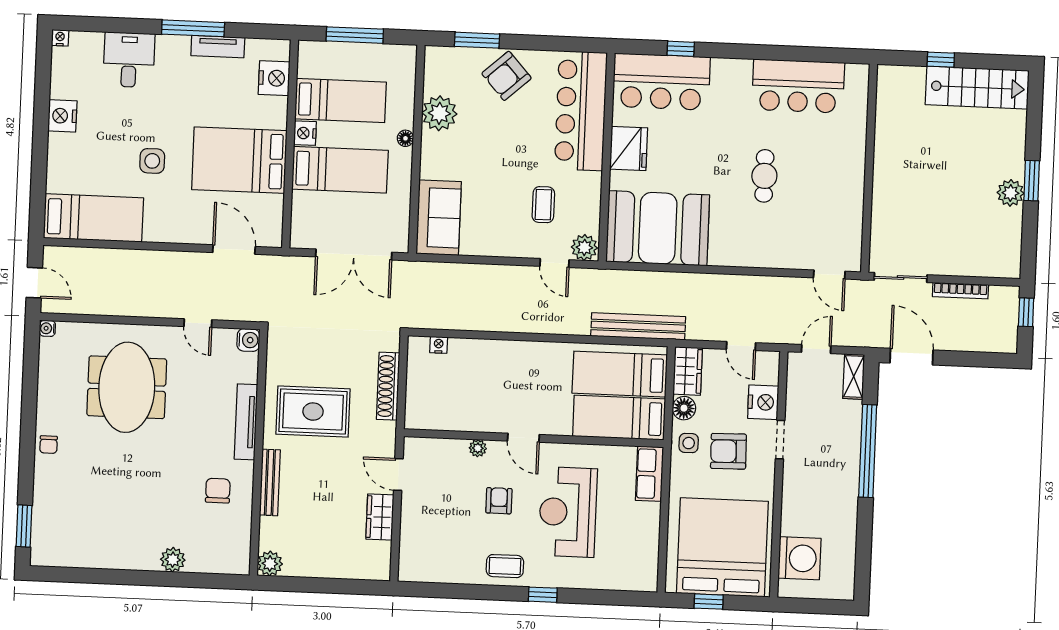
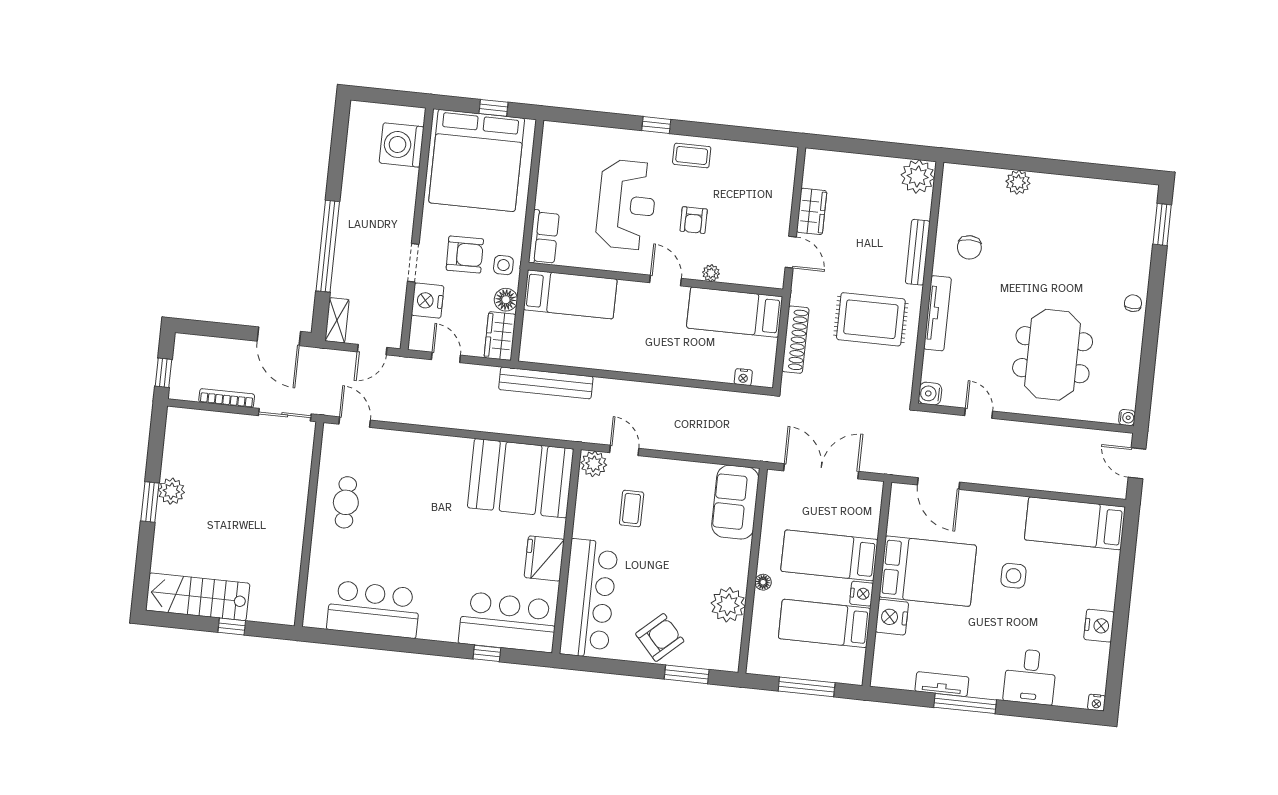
nightstand: (274, 78) -> (892, 617), moved
cafe table: (764, 176) -> (346, 502), moved
bed: (620, 374) -> (735, 312), moved, turned 180
plant: (270, 564) -> (918, 176), width x1.36, depth x1.36

